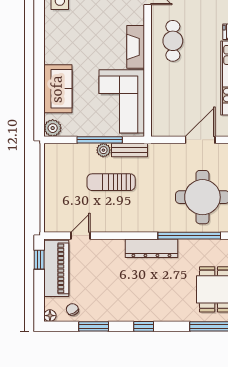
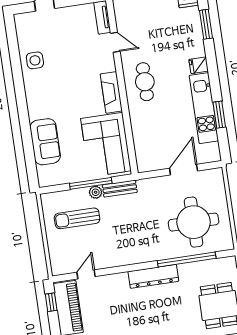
plant: (53, 128) -> (46, 179), removed
sun lounger: (111, 182) -> (77, 218), moved

